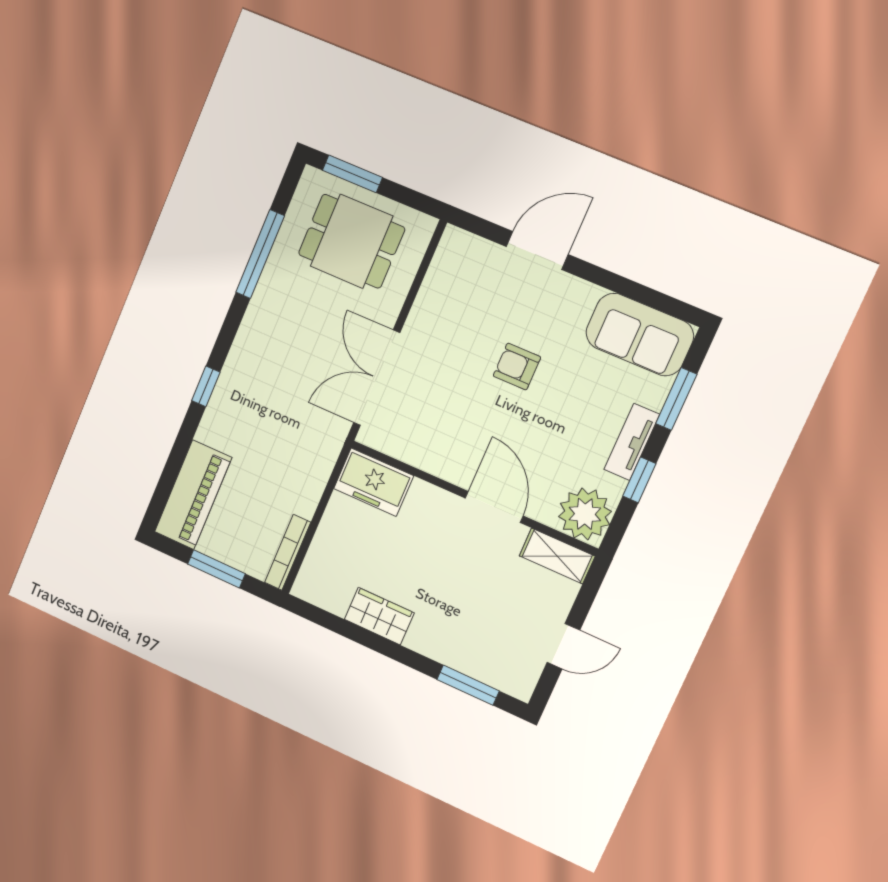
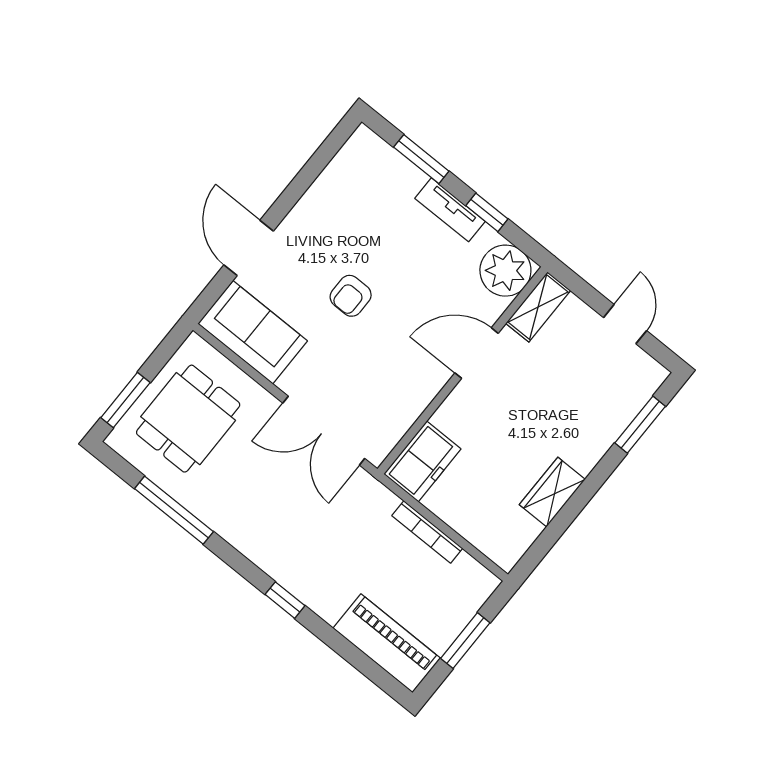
sofa: (640, 334) -> (253, 332), moved, turned -90
bookcase: (288, 552) -> (427, 532), moved

